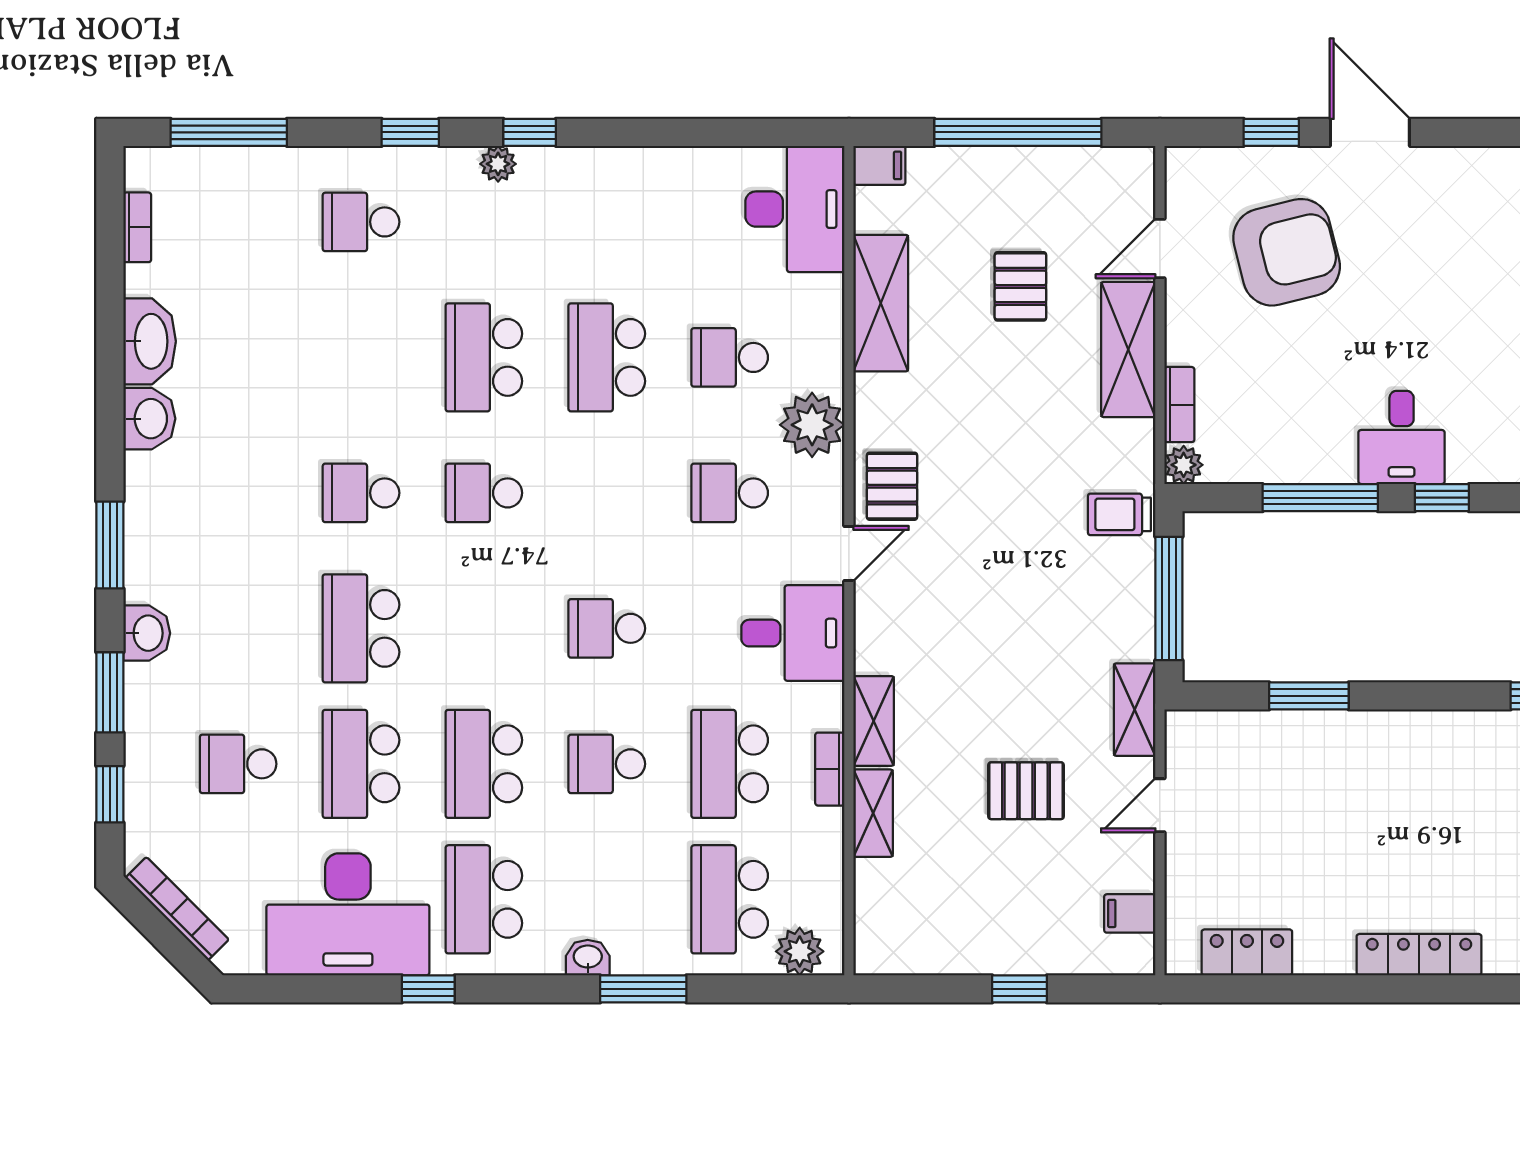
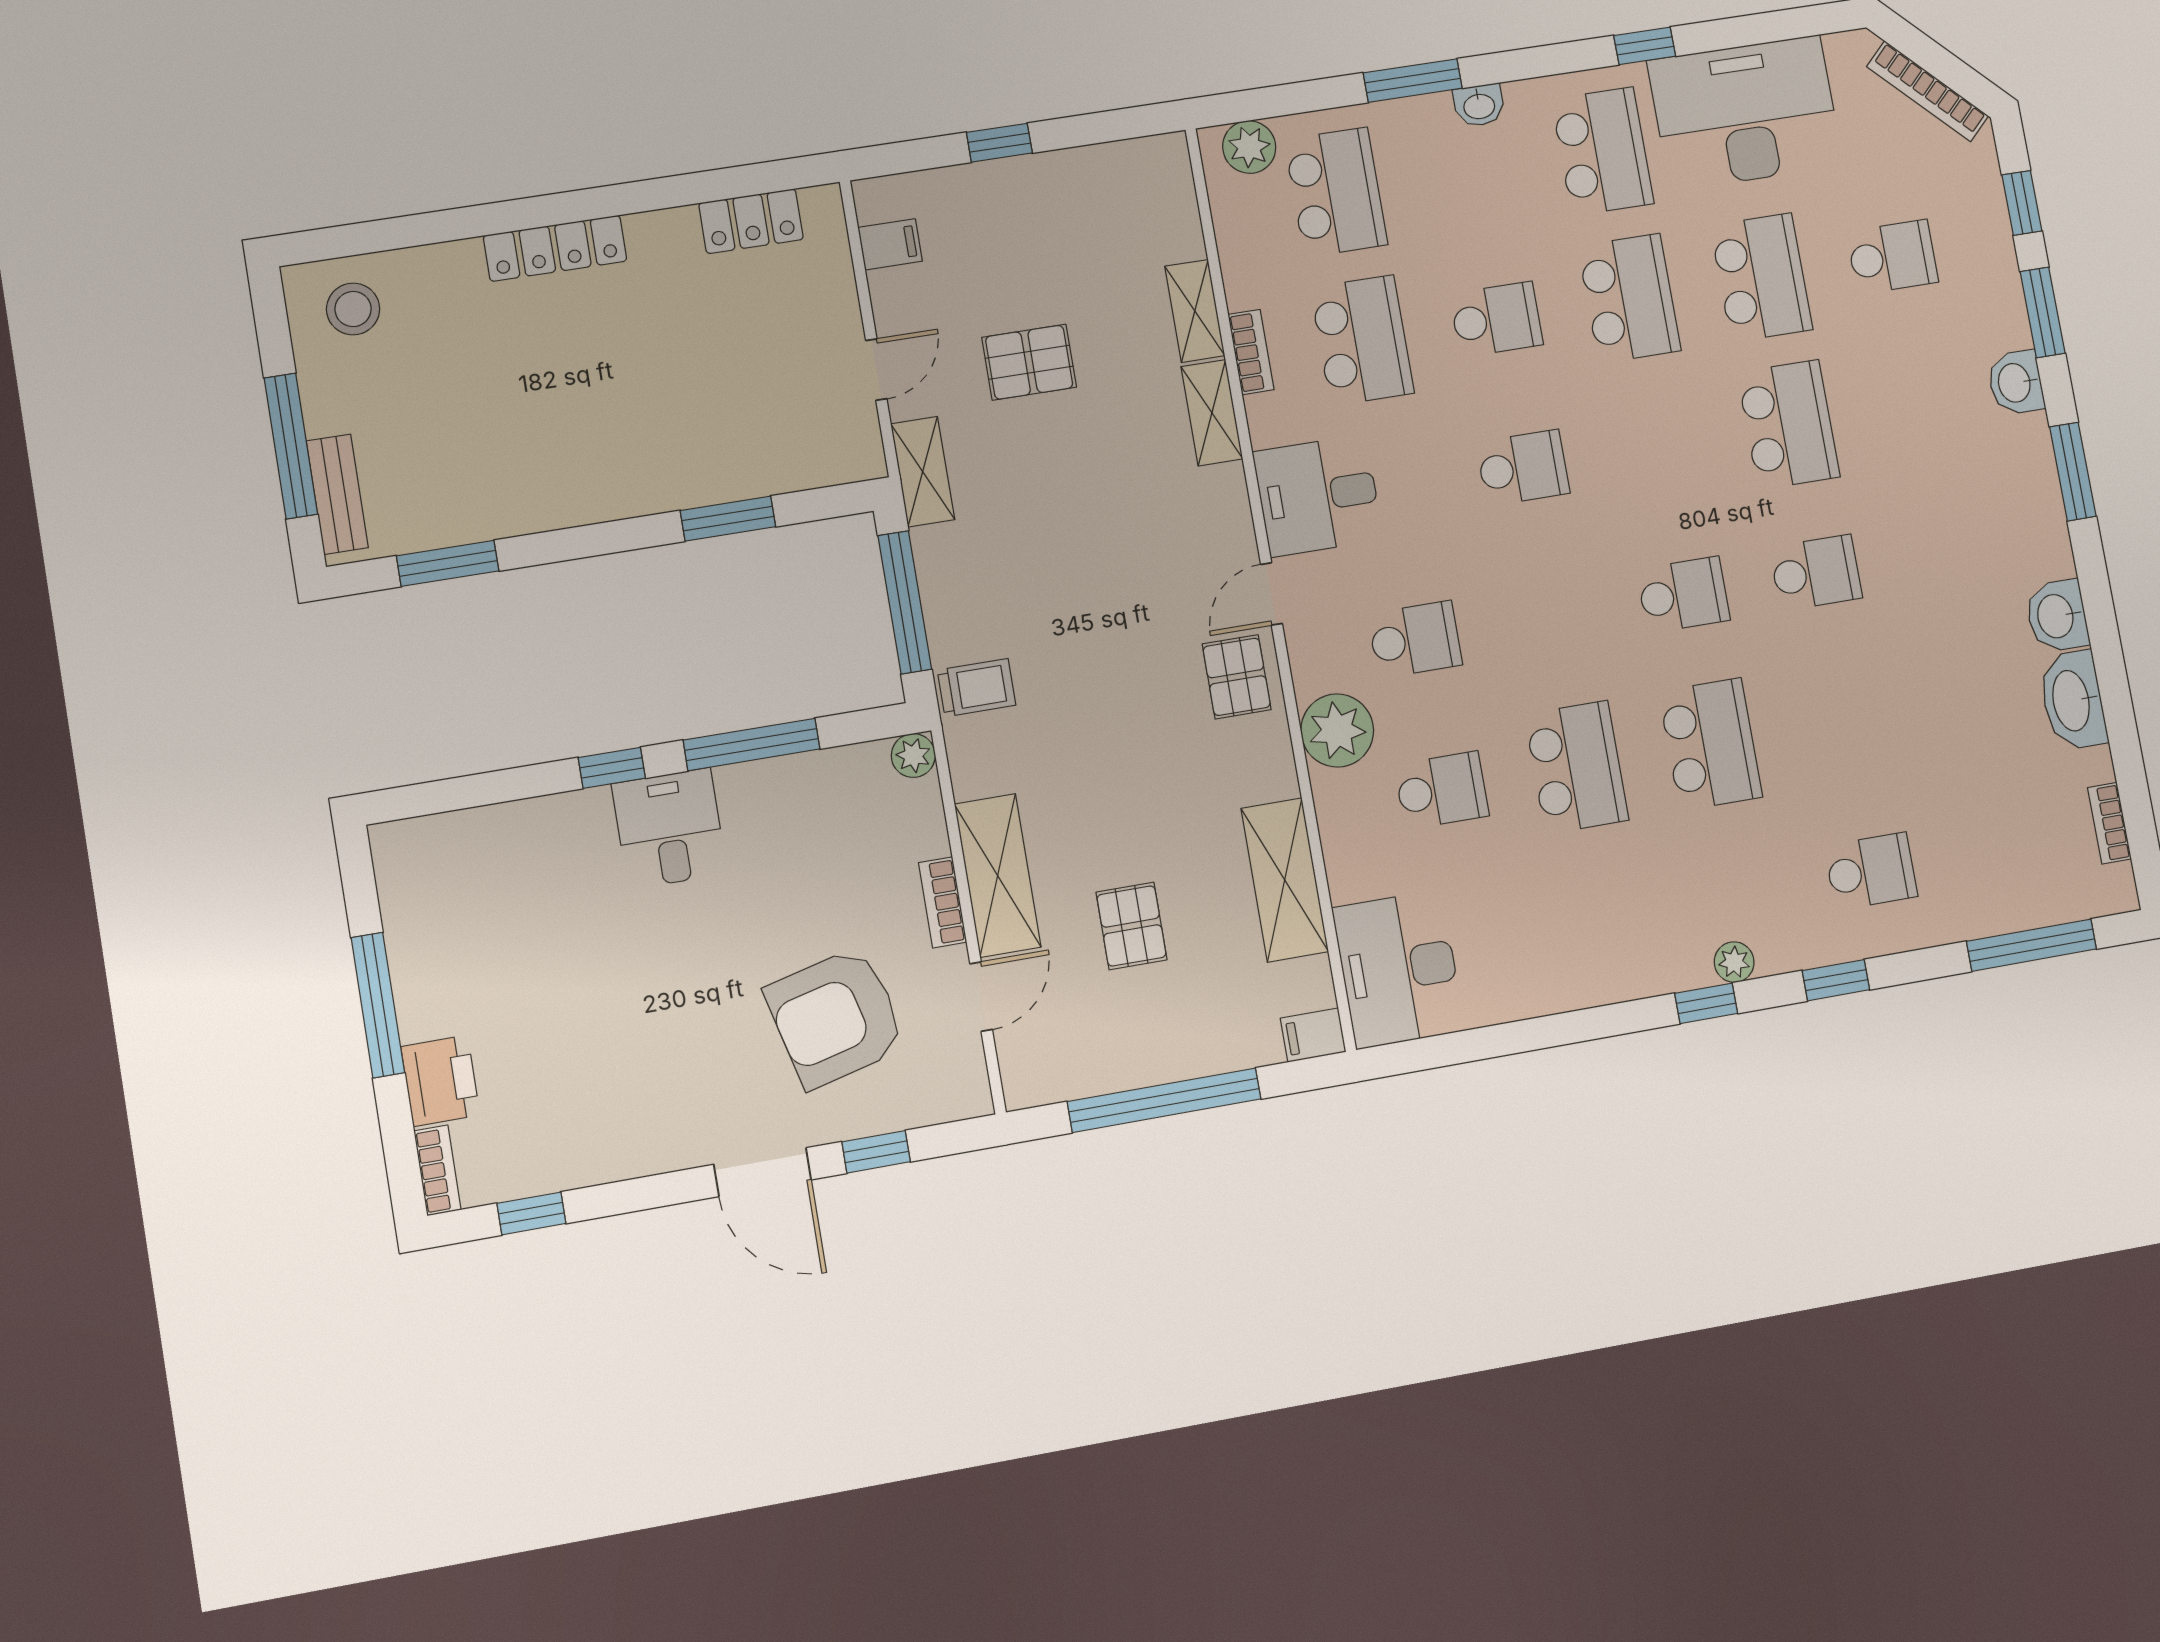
bookcase: (1179, 405) -> (943, 902), moved

